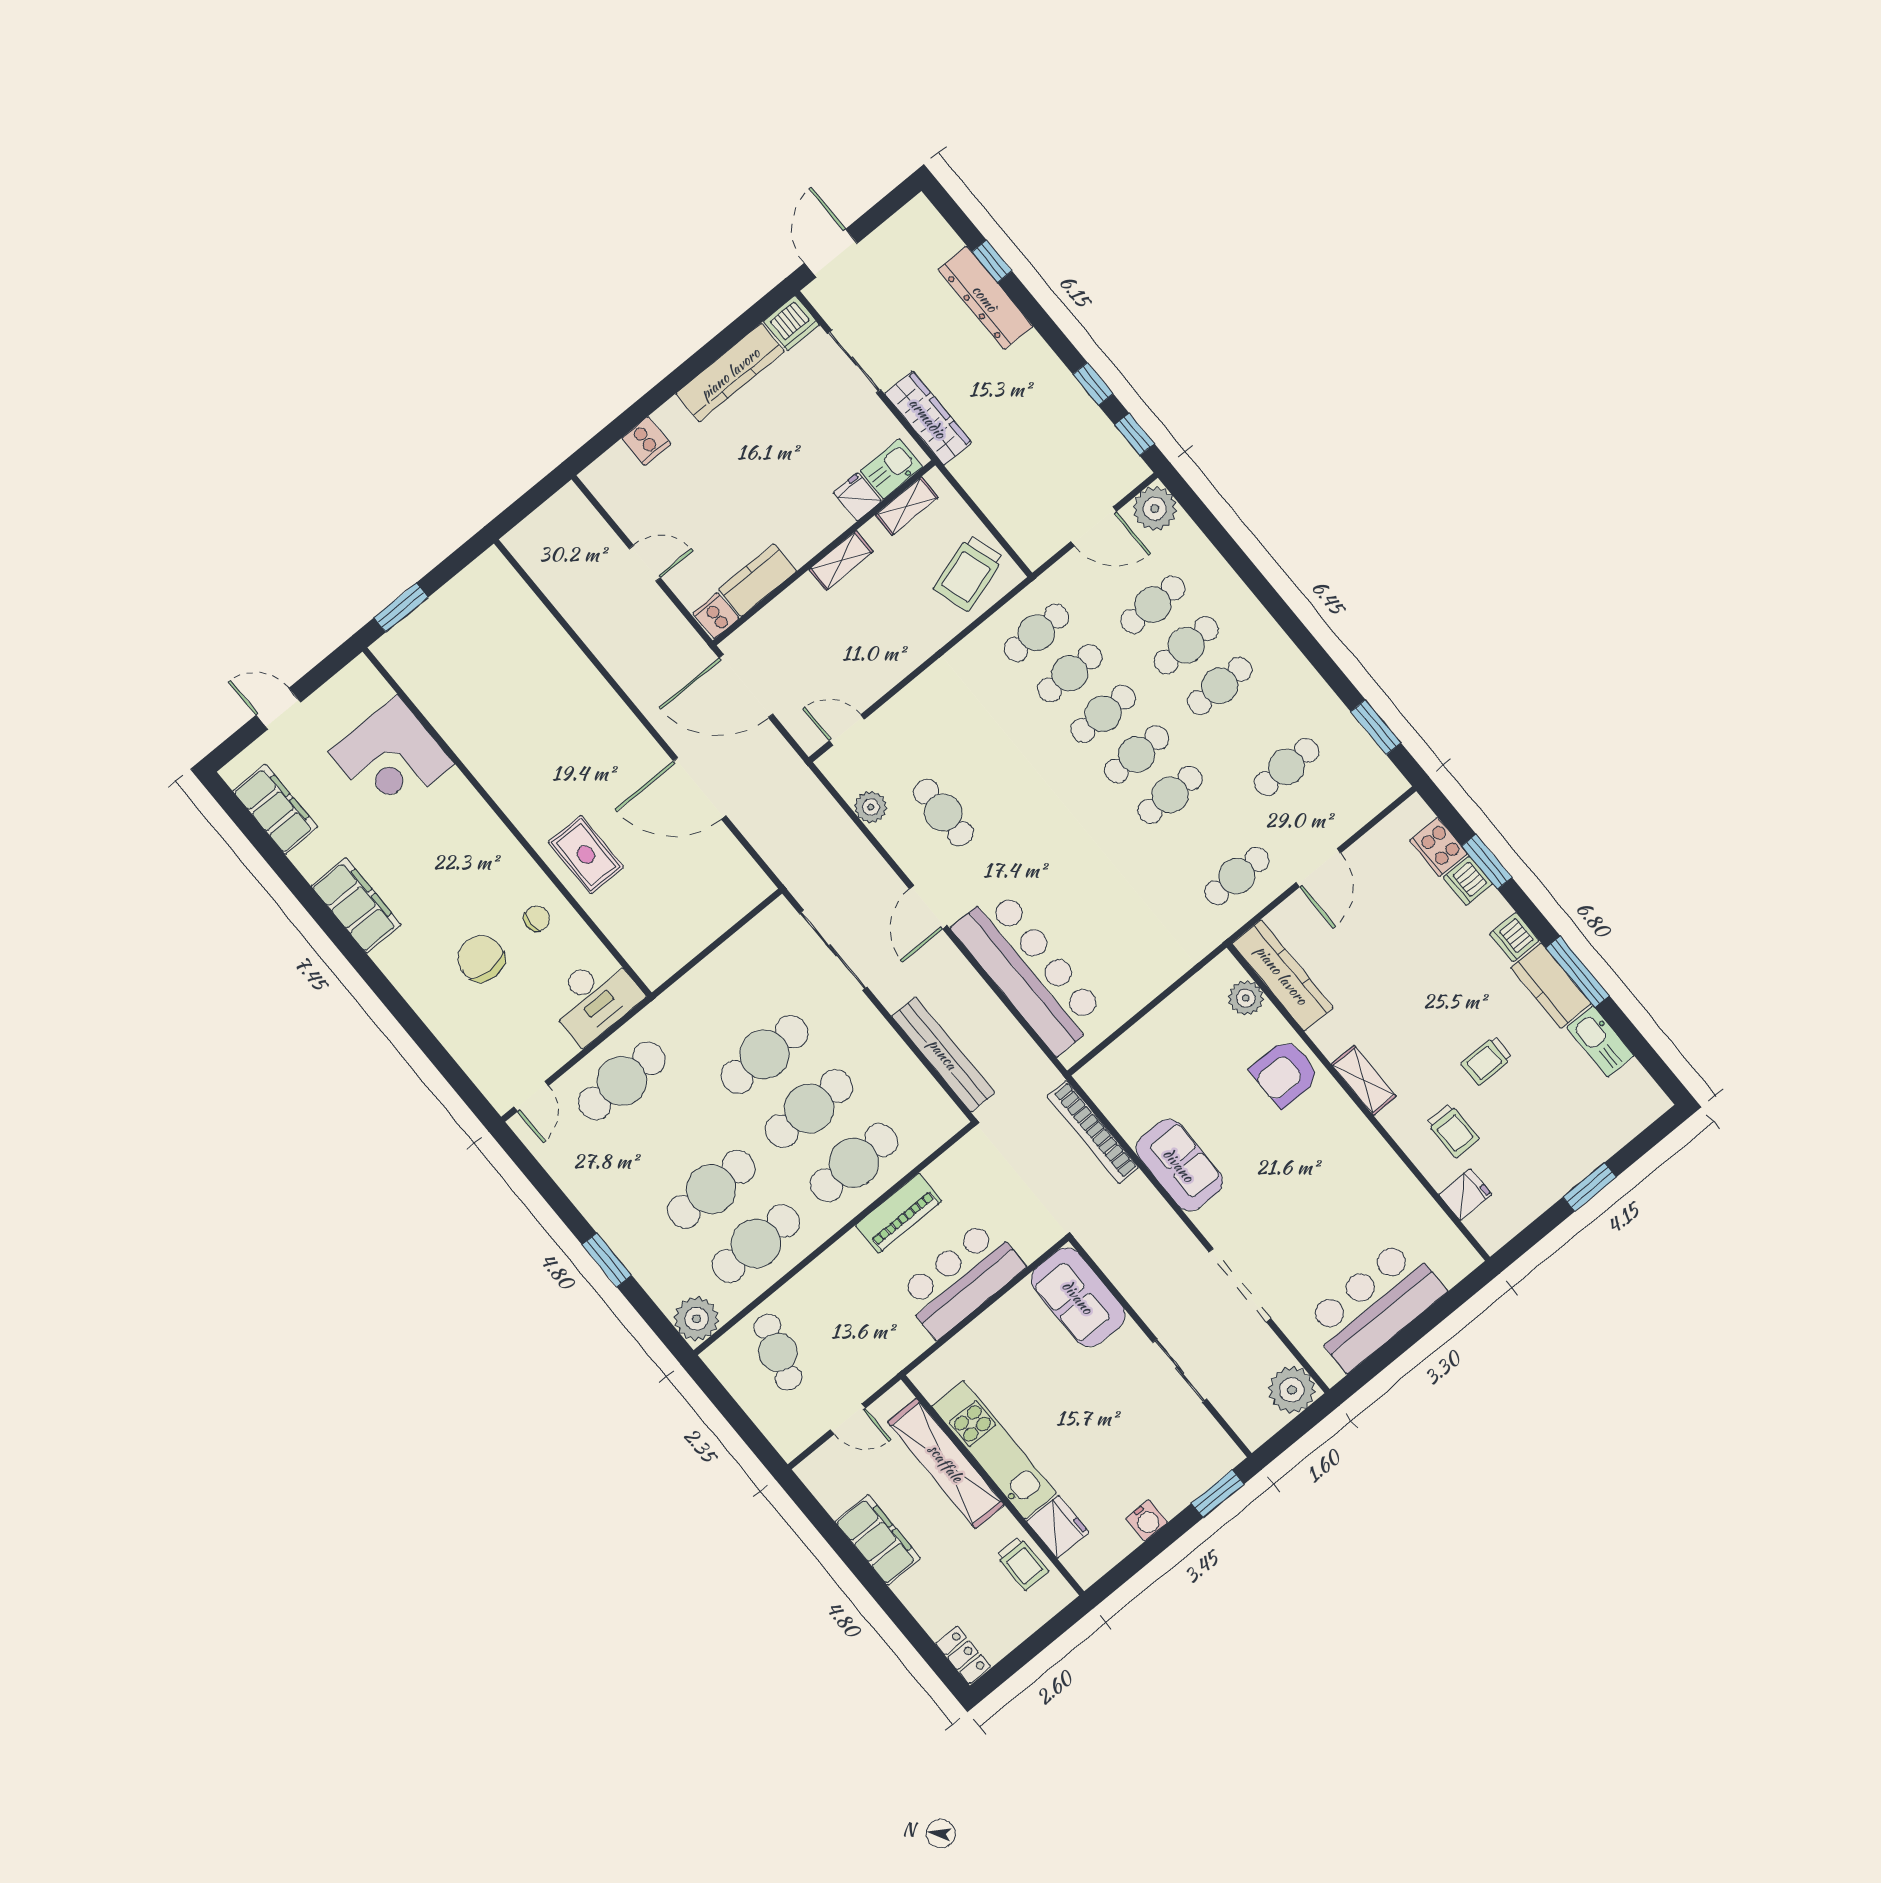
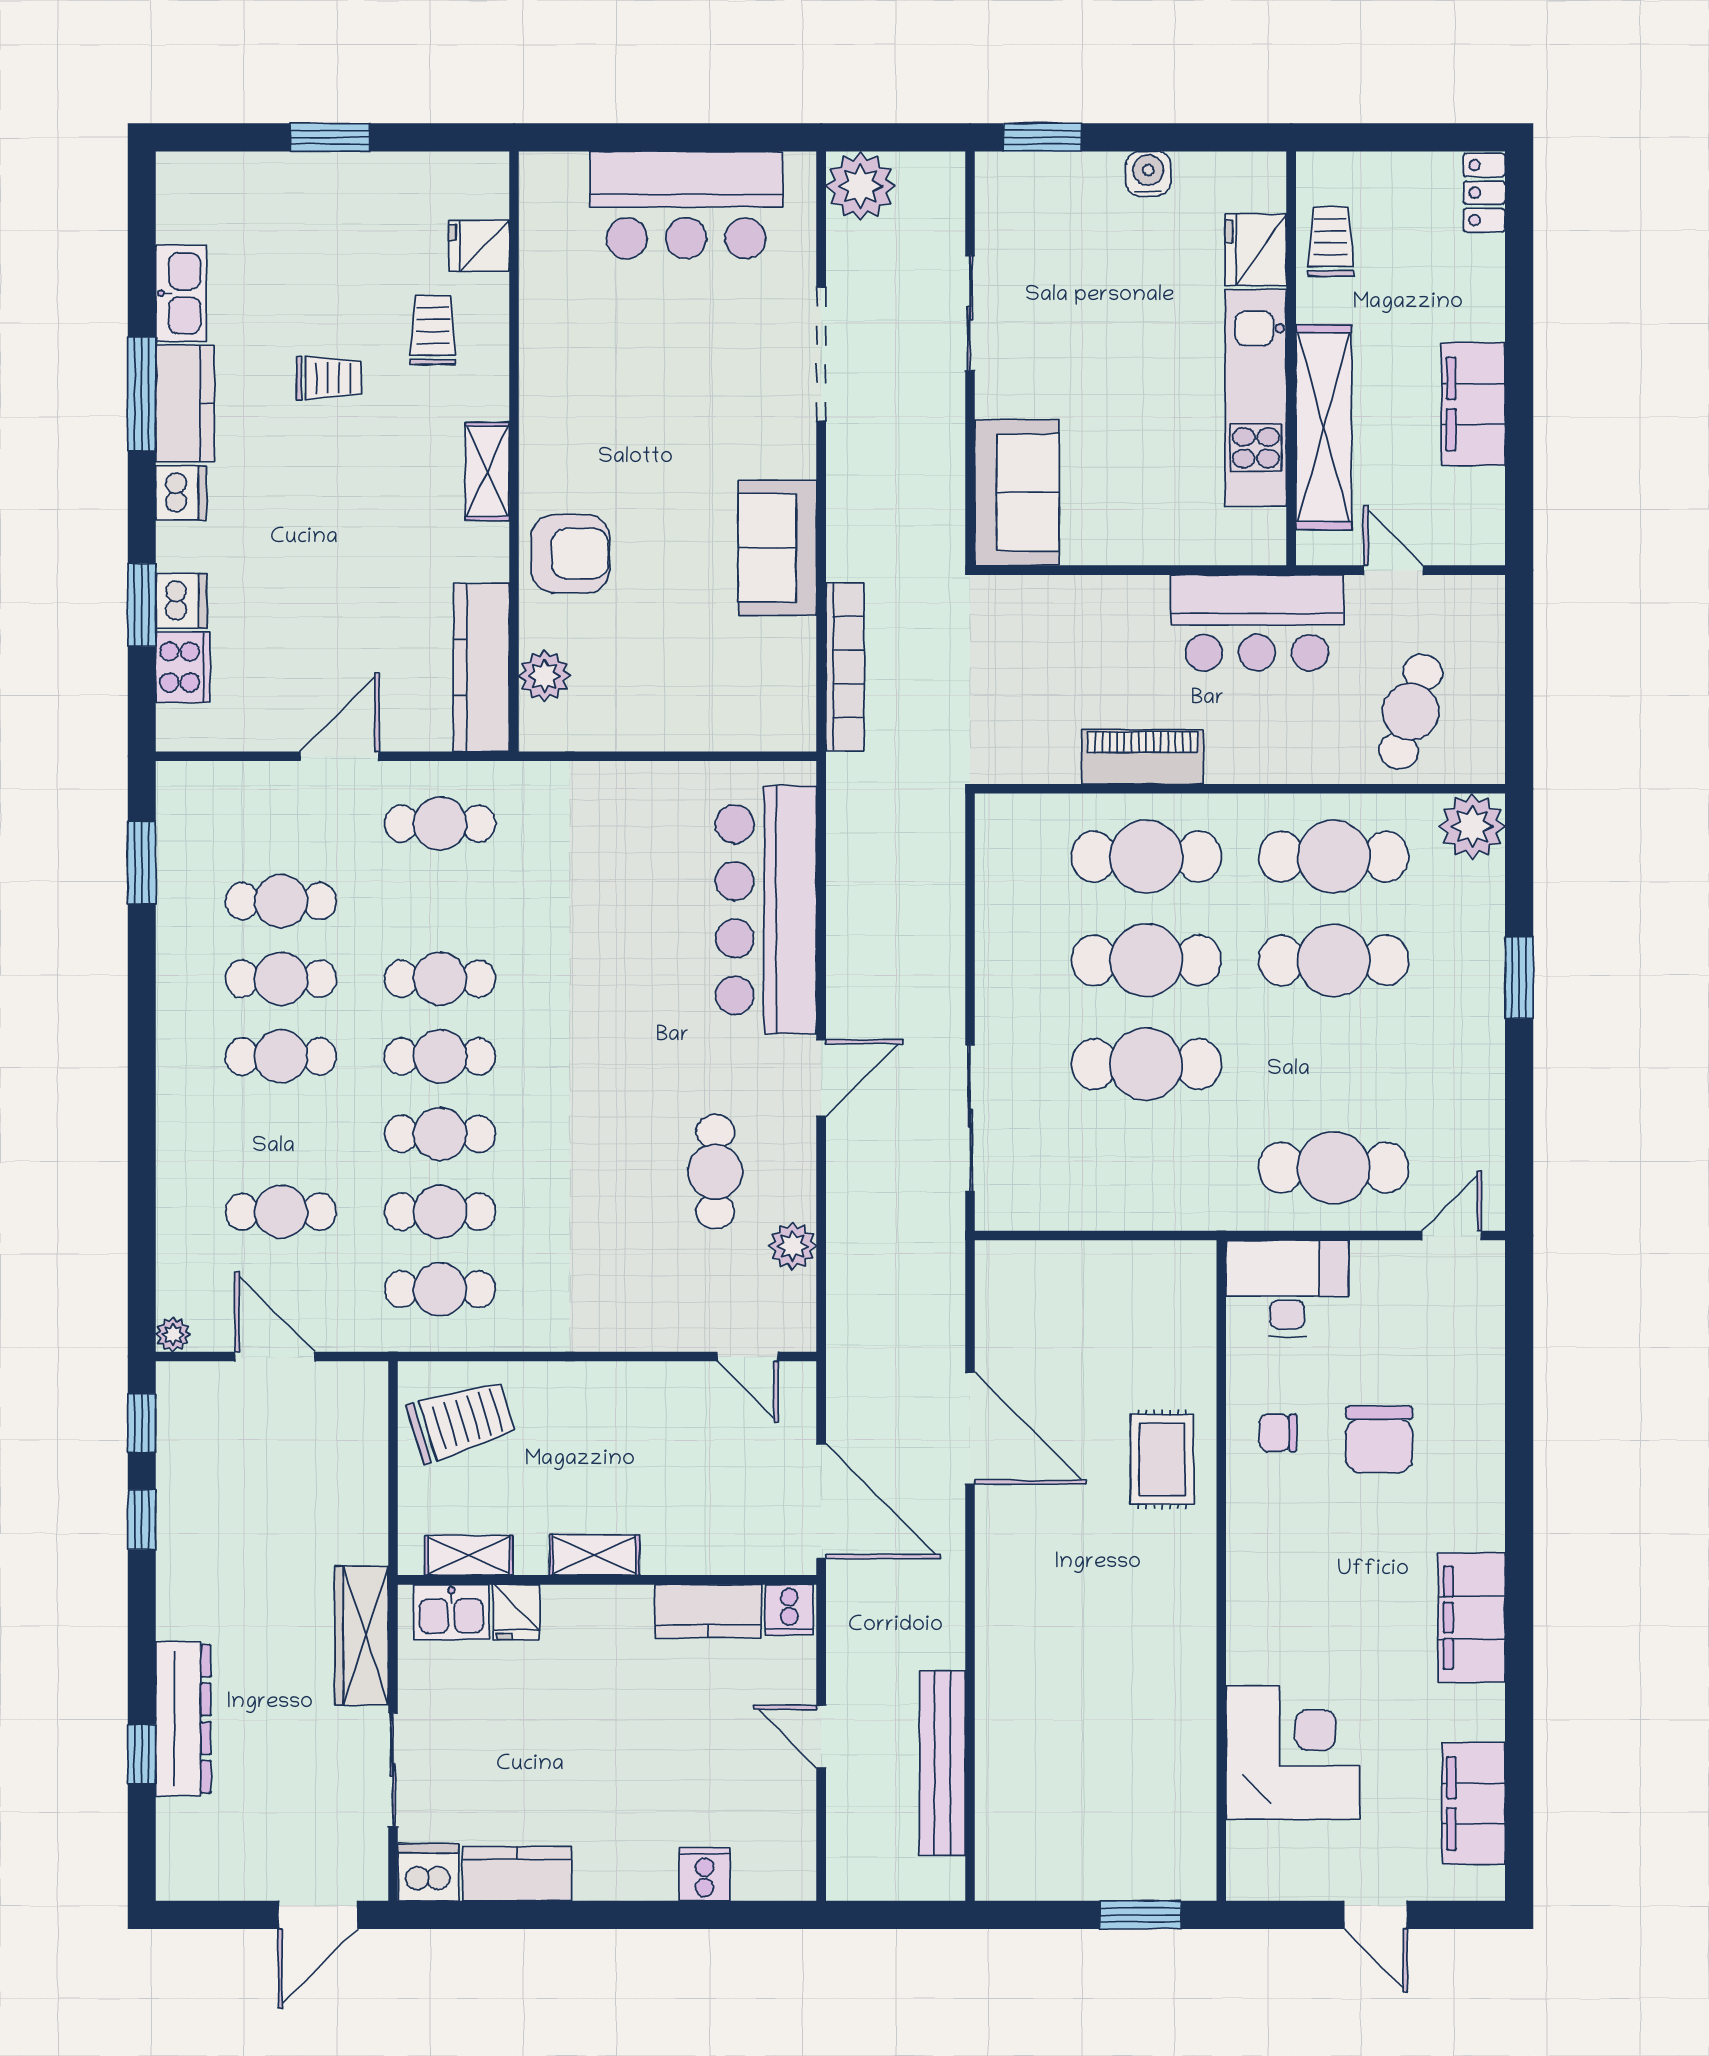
kitchen counter: (730, 373) -> (517, 1874), width x0.67
plant: (1155, 509) -> (173, 1335), width x0.53, depth x0.53
cafe table: (1186, 645) -> (281, 979), moved
bench: (943, 1054) -> (942, 1763), moved
bar counter: (961, 1279) -> (1257, 623), moved

